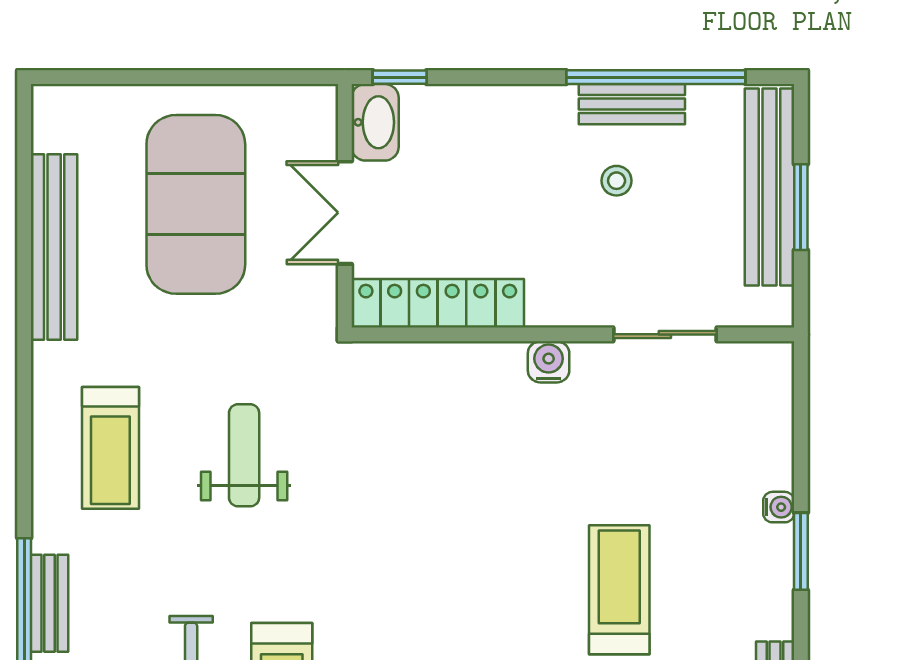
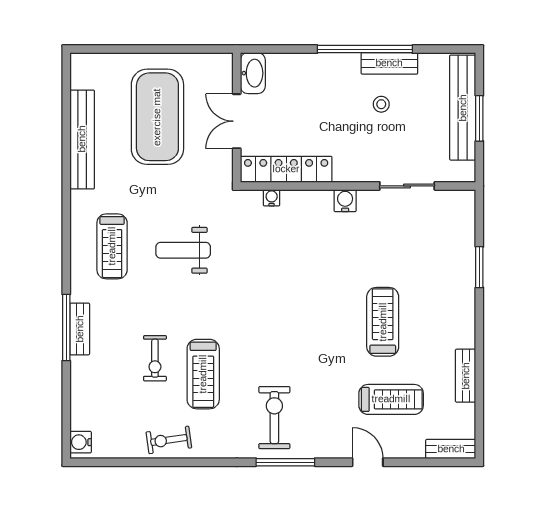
window: (400, 77) -> (266, 49), removed
window: (656, 77) -> (365, 49), moved
weight bench: (244, 455) -> (183, 250), turned -90
water cooler: (779, 507) -> (272, 198), moved, turned -90
window: (801, 551) -> (479, 267), moved

